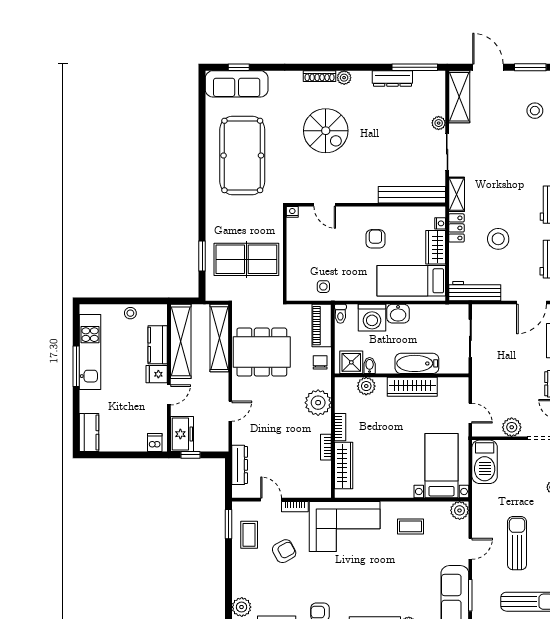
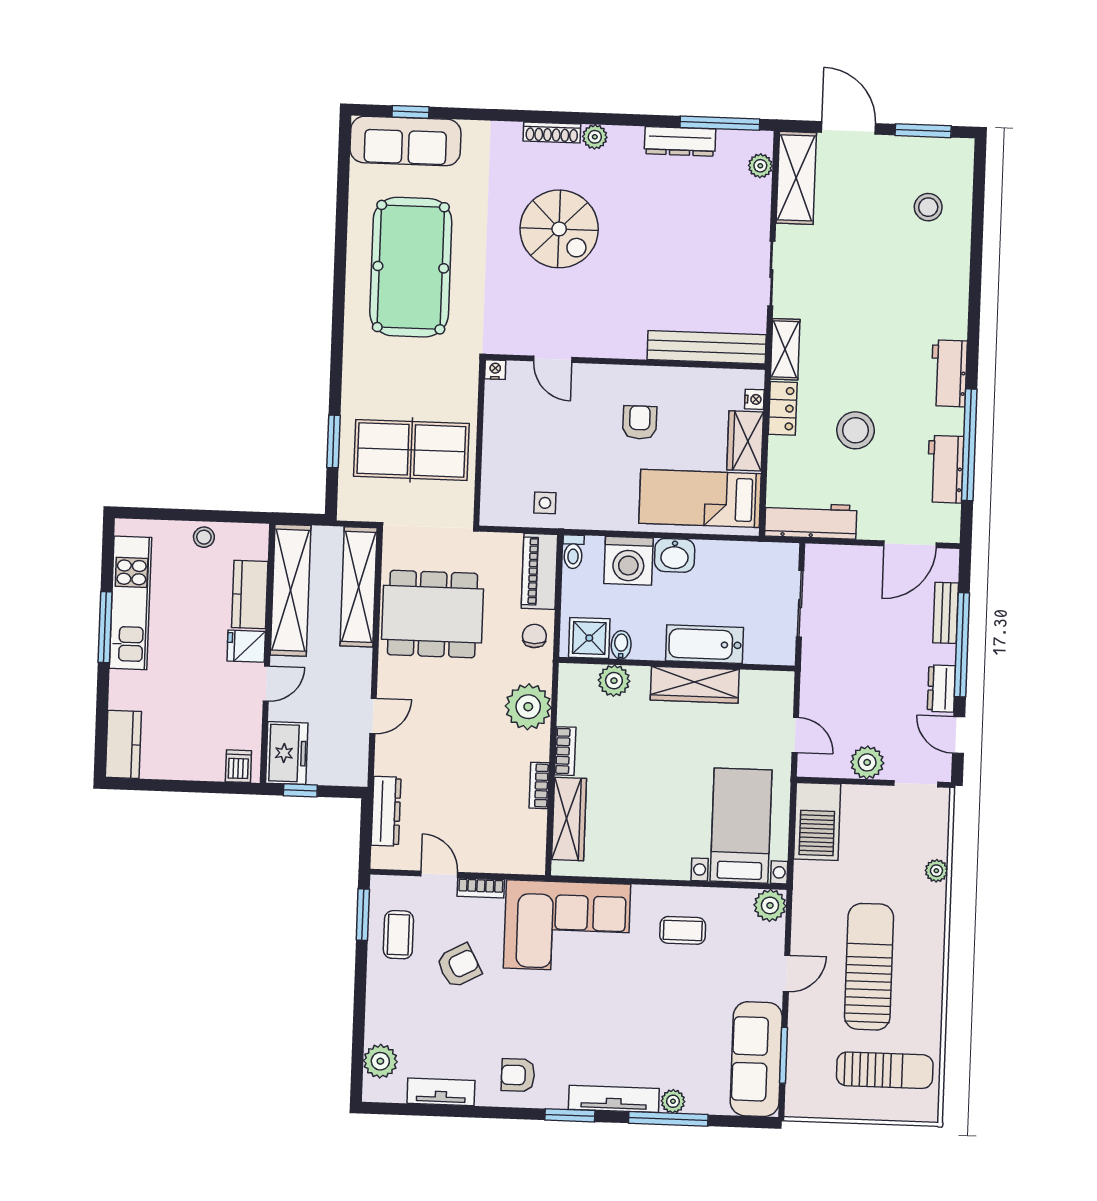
plant: (439, 123) -> (760, 166), moved
sun lounger: (517, 543) -> (869, 967), width x1.36, depth x1.34

